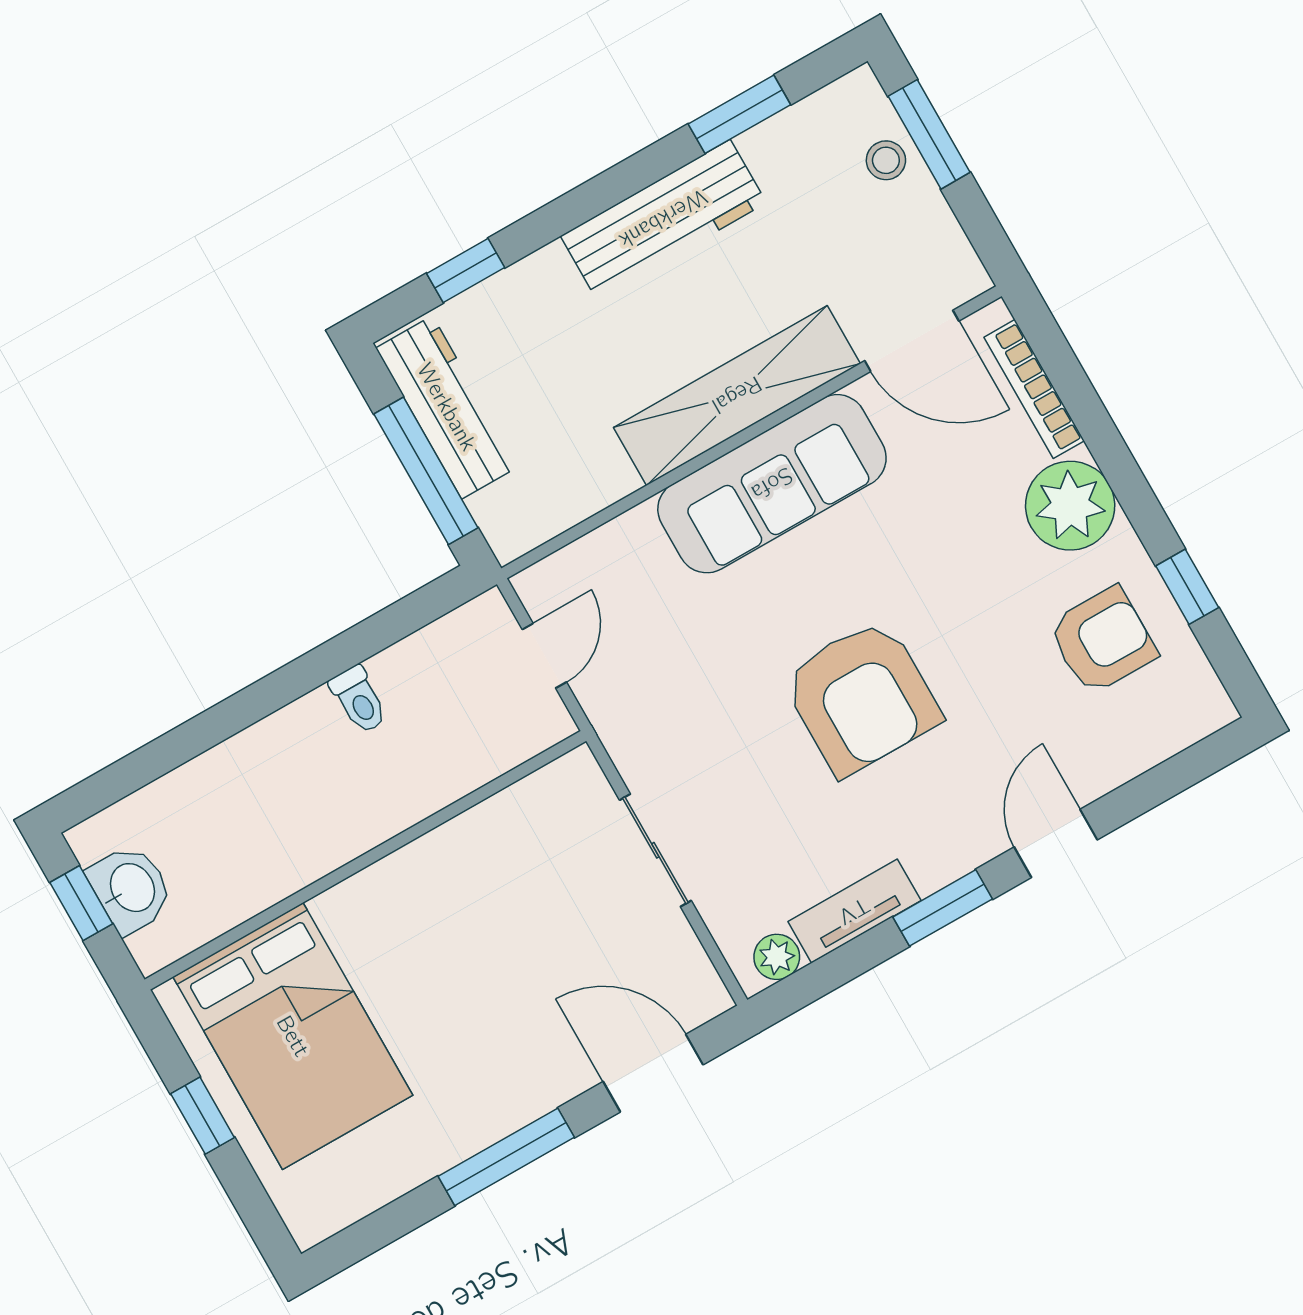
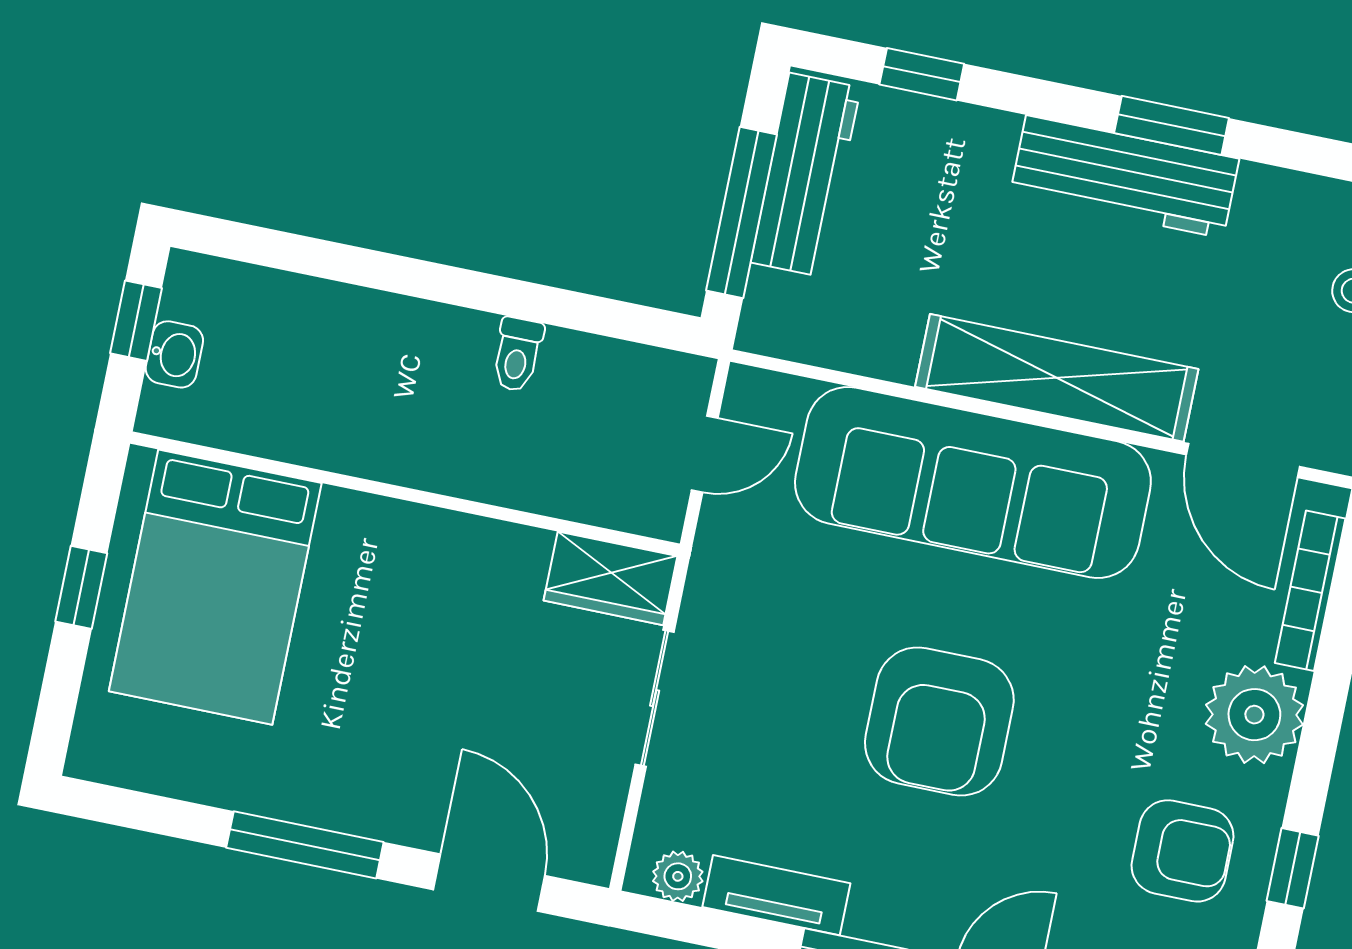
window: (739, 114) -> (1172, 125), moved
sofa: (772, 484) -> (973, 482), width x1.36, depth x1.27
wardrobe: (555, 796) -> (611, 578), added
washbasin: (131, 889) -> (174, 354), width x0.72, depth x0.69

